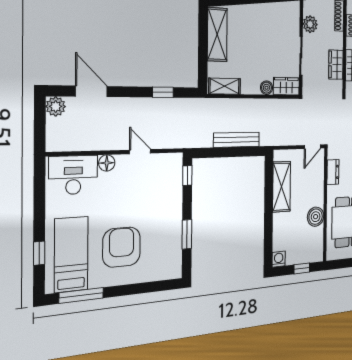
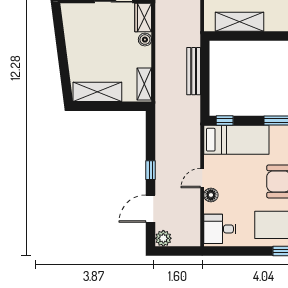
window: (163, 92) -> (151, 170), moved
door: (140, 152) -> (202, 178), moved
desk: (73, 175) -> (220, 229), width x0.73
bed: (167, 190) -> (236, 140), added

